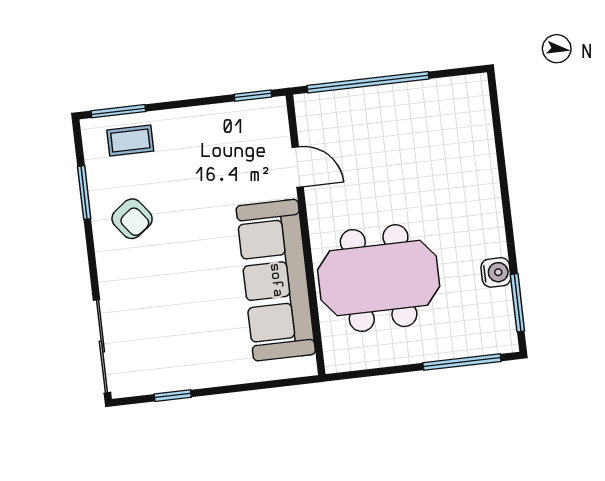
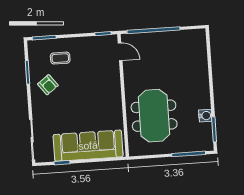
coffee table: (130, 140) -> (60, 58), moved
door: (298, 167) -> (120, 52), moved
meeting table: (379, 278) -> (154, 116), turned 90
sofa: (276, 280) -> (88, 146), moved, turned 90

